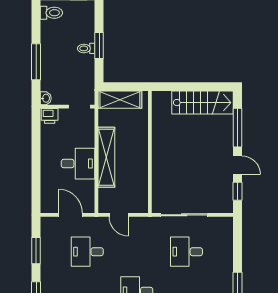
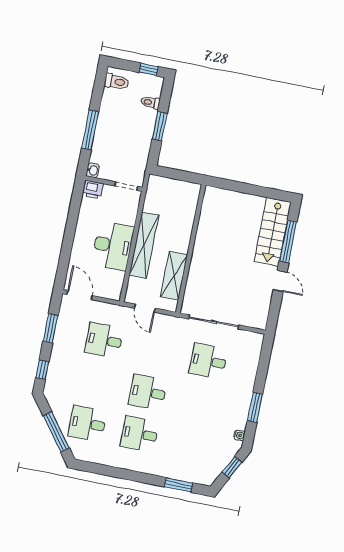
toilet: (86, 48) -> (150, 102), moved
shelving: (120, 100) -> (174, 276), moved, turned 90
stairs: (203, 103) -> (273, 232), moved, turned 90
desk: (78, 164) -> (113, 246), width x1.37
window: (238, 191) -> (275, 308), removed
door: (70, 215) -> (80, 295), moved

